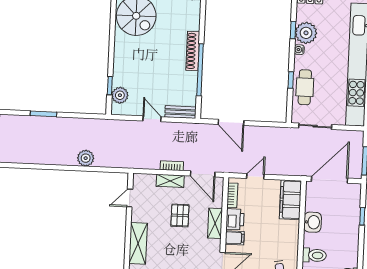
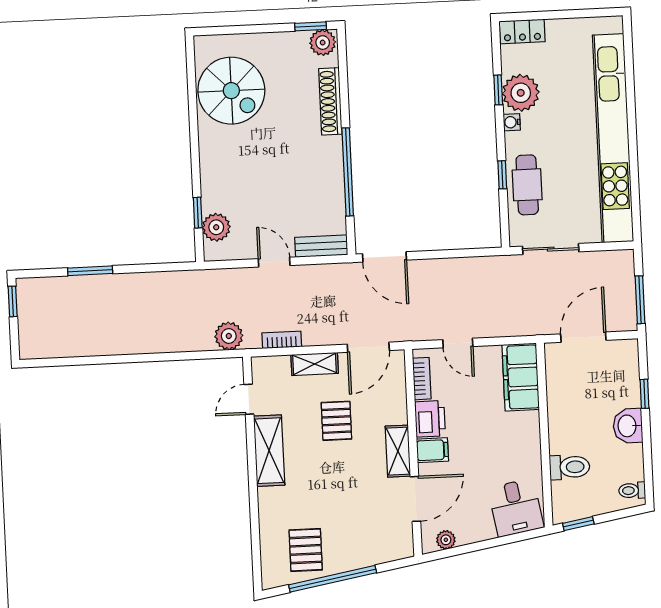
shoe rack: (193, 51) -> (330, 101), moved
door: (231, 122) -> (384, 257), moved
plant: (86, 158) -> (229, 336), moved
bookcase: (172, 166) -> (282, 340), moved
door: (203, 174) -> (368, 347), hinge flipped
door: (255, 176) -> (458, 343), swing flipped
door: (329, 180) -> (583, 337), width x0.73
washbasin: (313, 222) -> (628, 426), moved, turned 180
shelving: (215, 223) -> (398, 451), moved
shelving: (138, 243) -> (269, 451), moved

